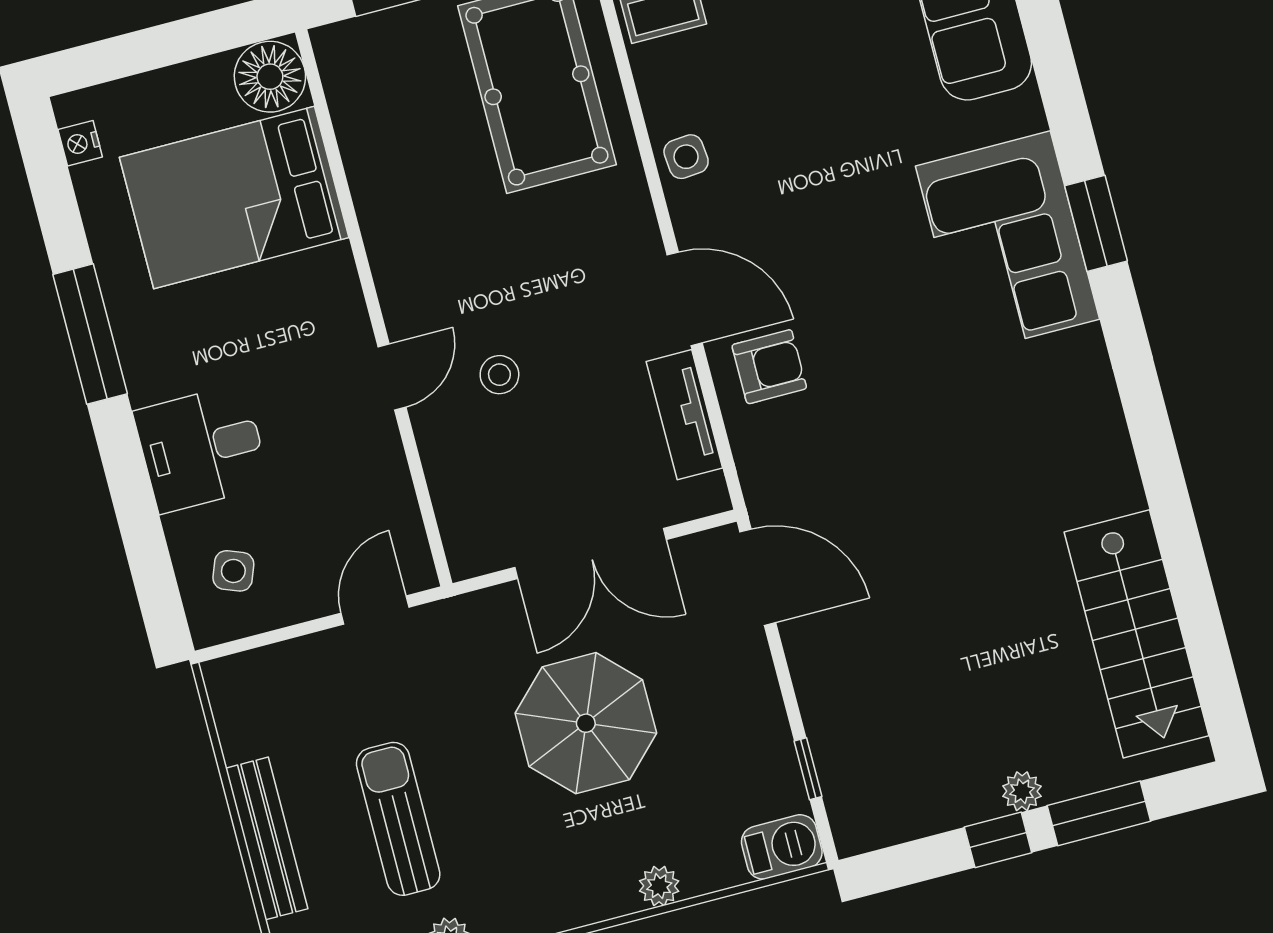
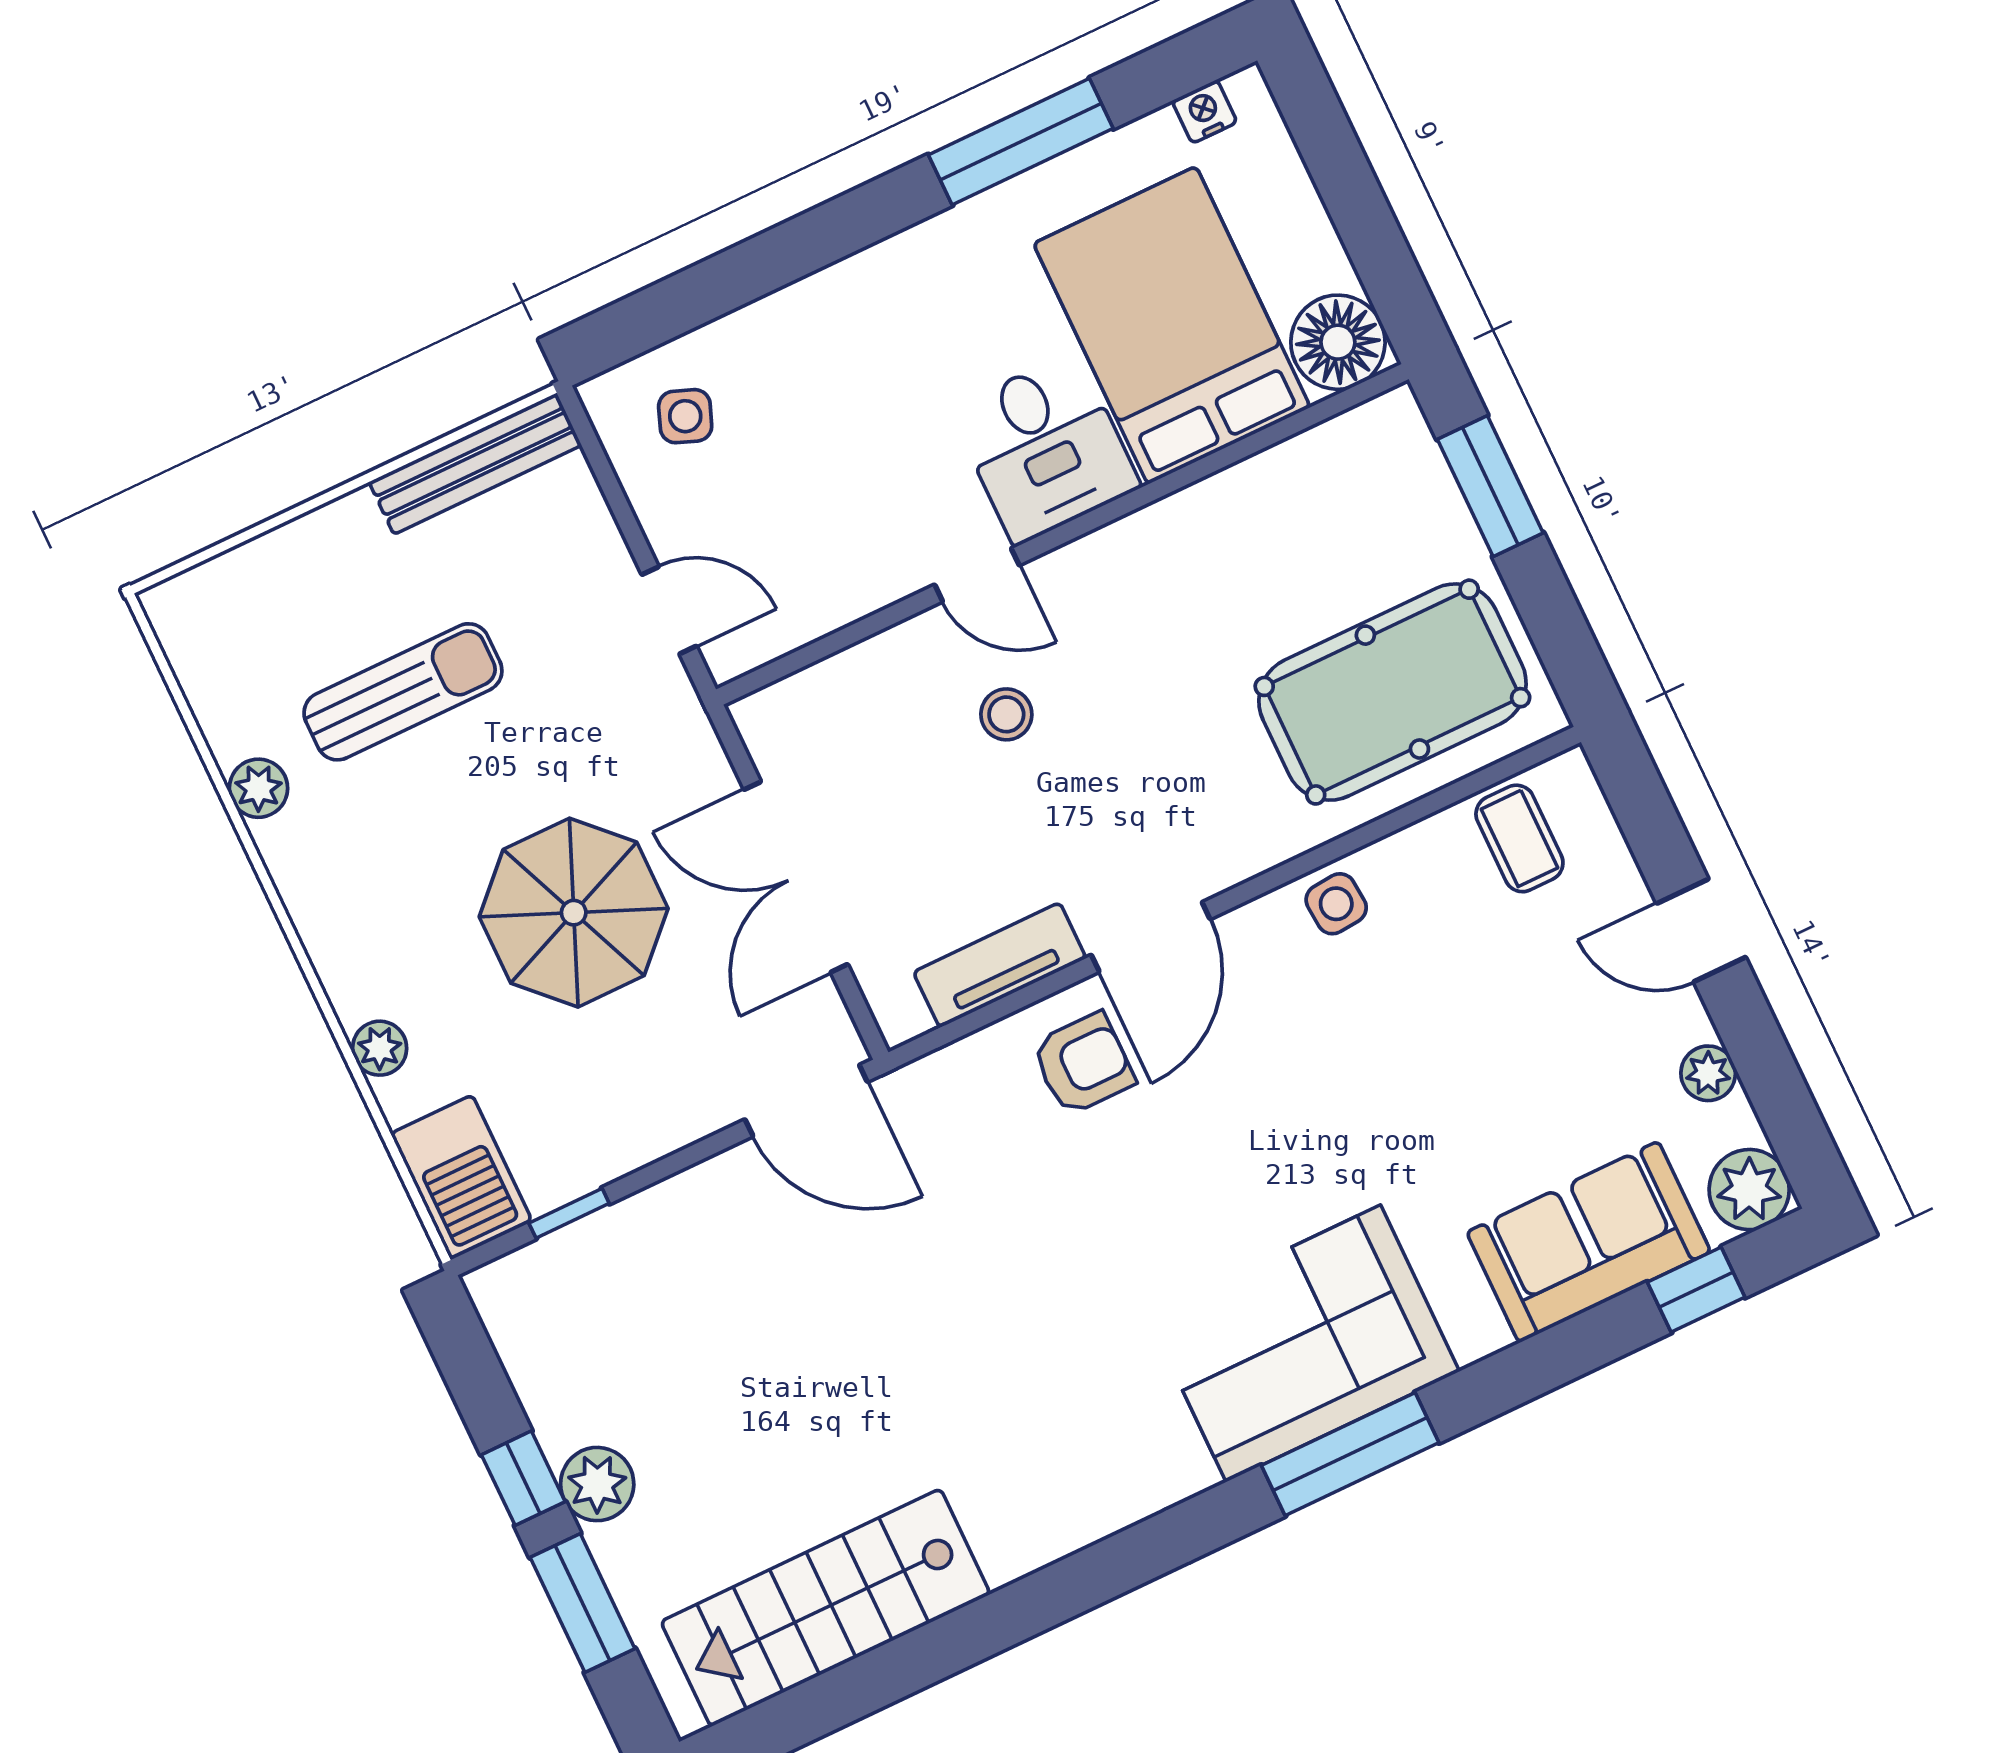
window: (1096, 223) -> (1350, 1454), width x1.44
window: (90, 334) -> (1021, 142), moved
armchair: (769, 367) -> (1083, 1064), turned -90
desk: (202, 448) -> (1045, 448), moved, turned 180
door: (758, 577) -> (806, 1101), hinge flipped
plant: (1022, 791) -> (597, 1484), width x1.38, depth x1.38
bench: (267, 838) -> (475, 464), moved
barbecue: (782, 847) -> (461, 1177), width x1.38, depth x1.27

